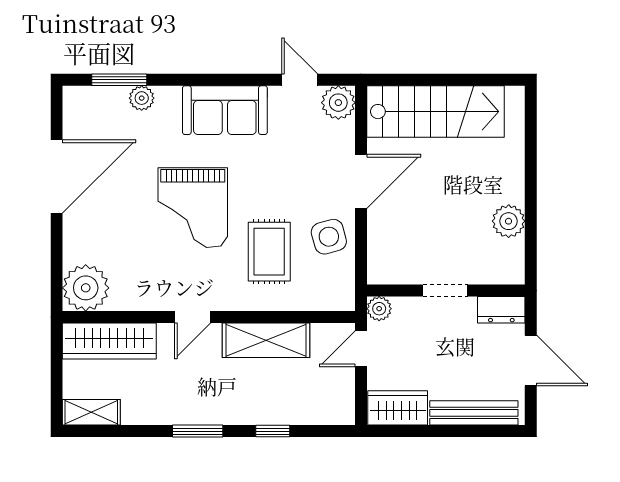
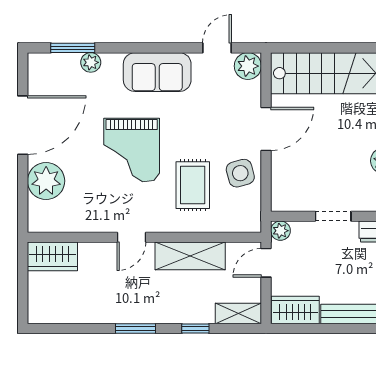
door: (300, 80) -> (217, 48), hinge flipped
plant: (86, 288) -> (46, 181), moved
wardrobe: (109, 341) -> (52, 256), width x0.67
shelving: (91, 412) -> (238, 313), moved

